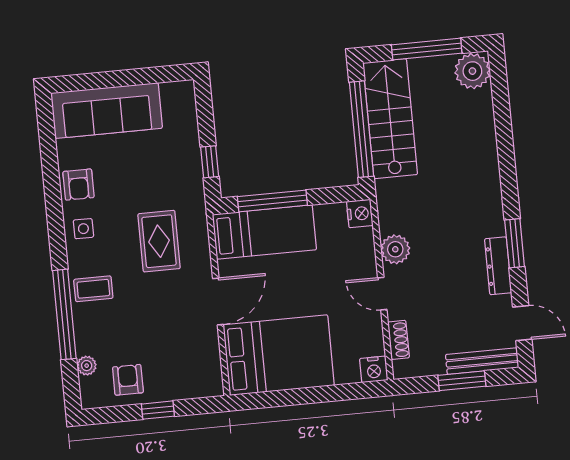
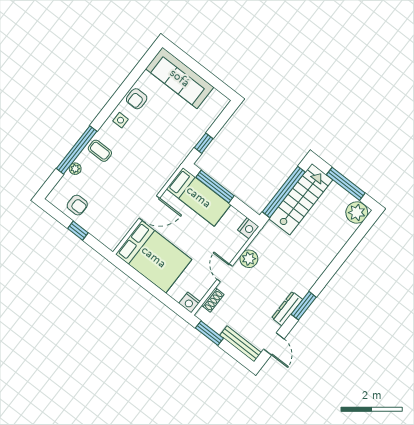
rug: (159, 241) -> (149, 157), removed
plant: (87, 366) -> (75, 169), moved
armchair: (128, 380) -> (77, 205), turned 90
window: (462, 381) -> (209, 333), moved

